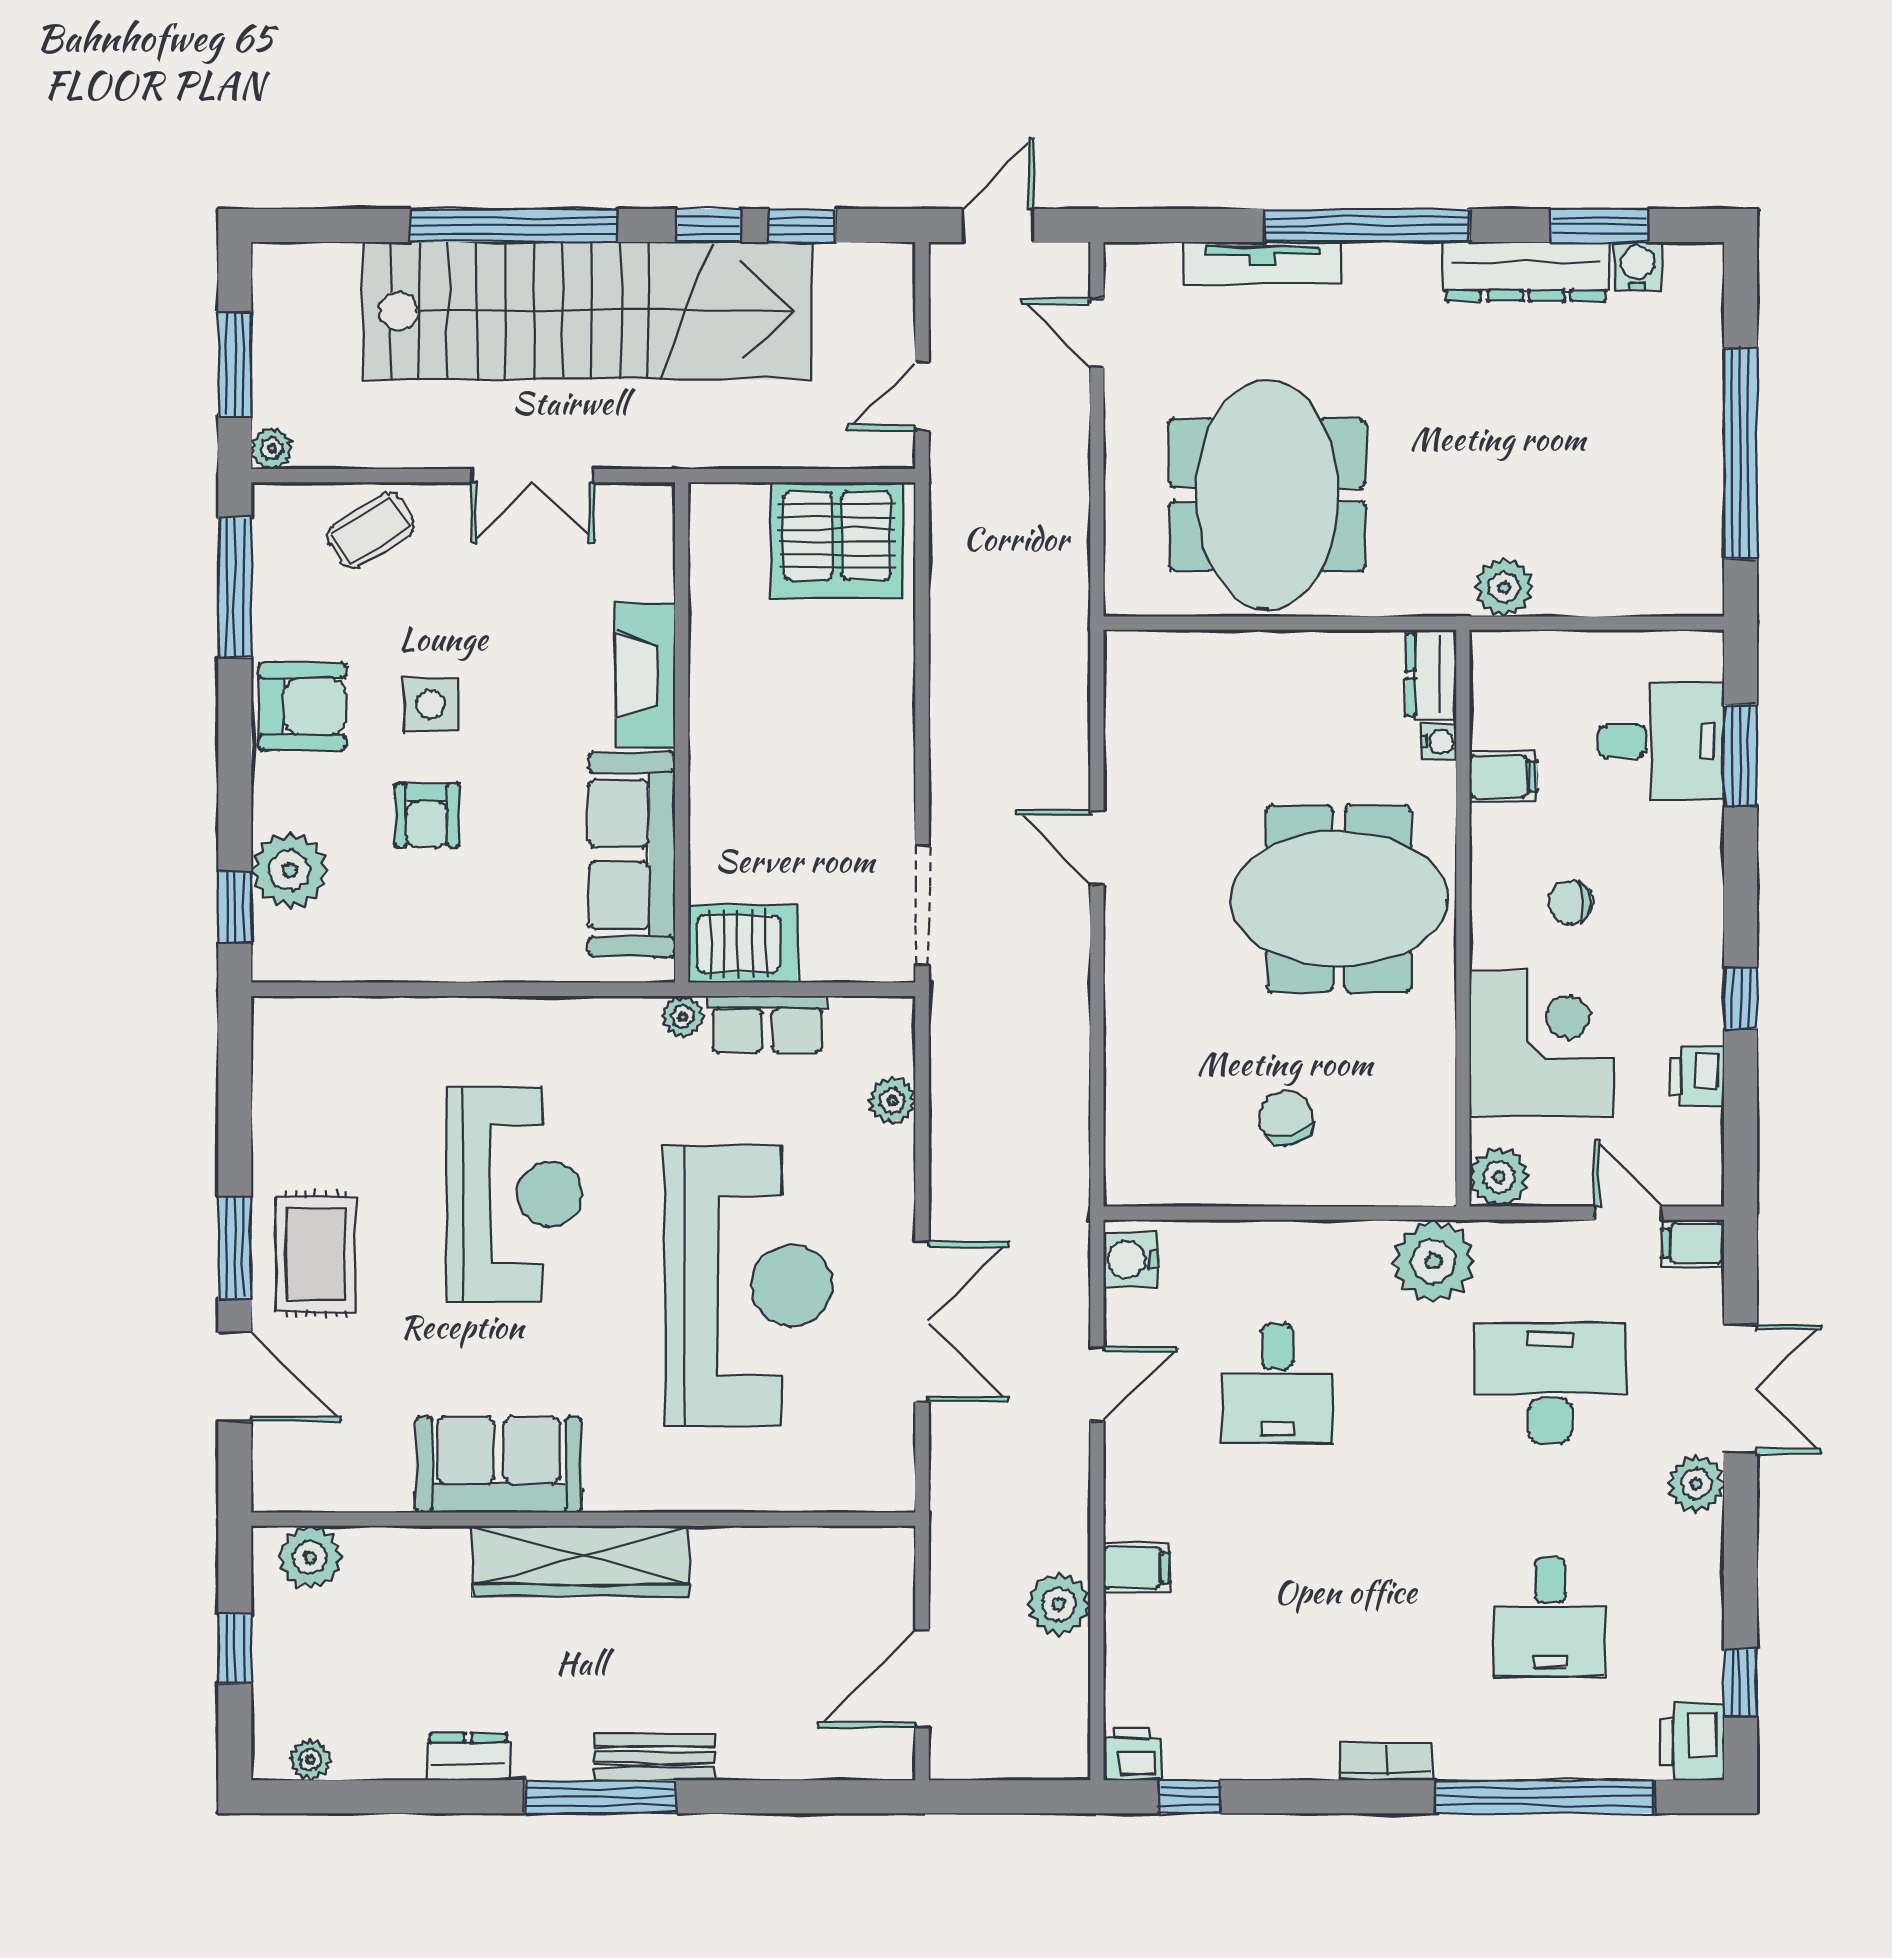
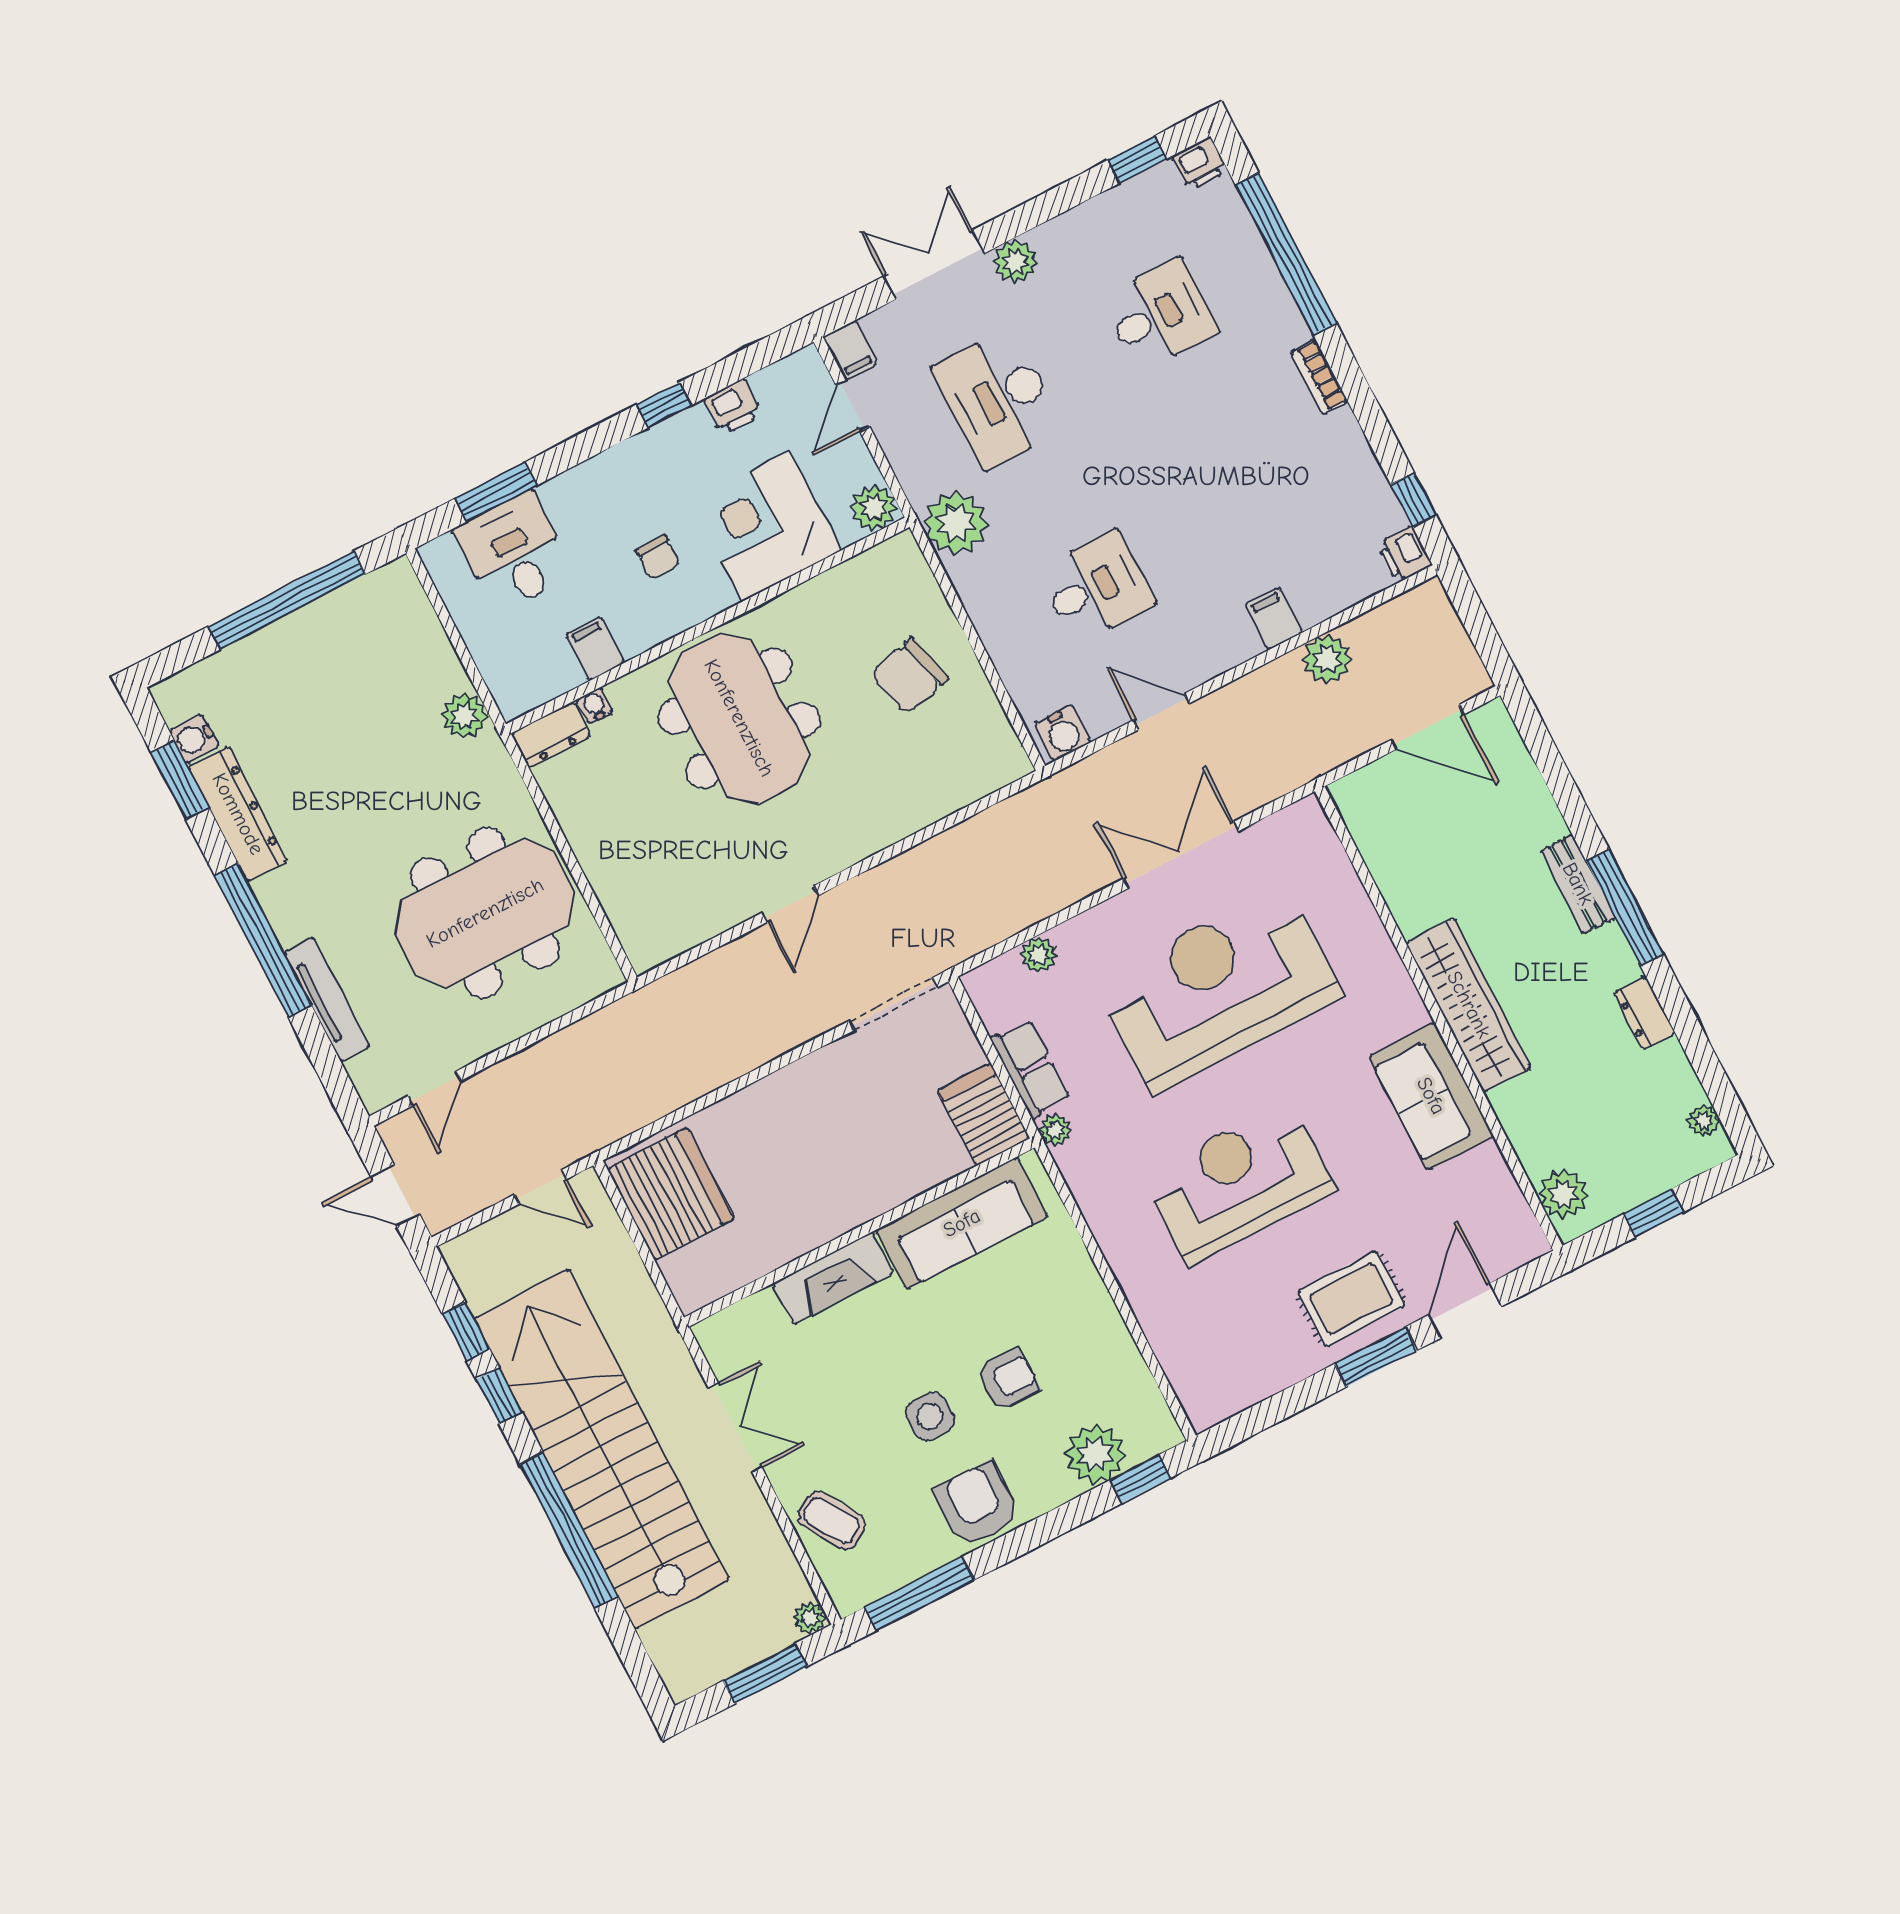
chair: (1286, 1118) -> (909, 676), width x1.37, depth x1.37
printer: (1692, 1742) -> (1200, 164), width x0.73, depth x0.81

